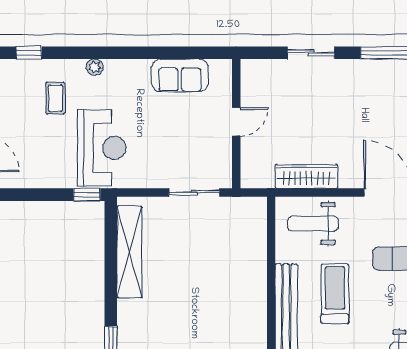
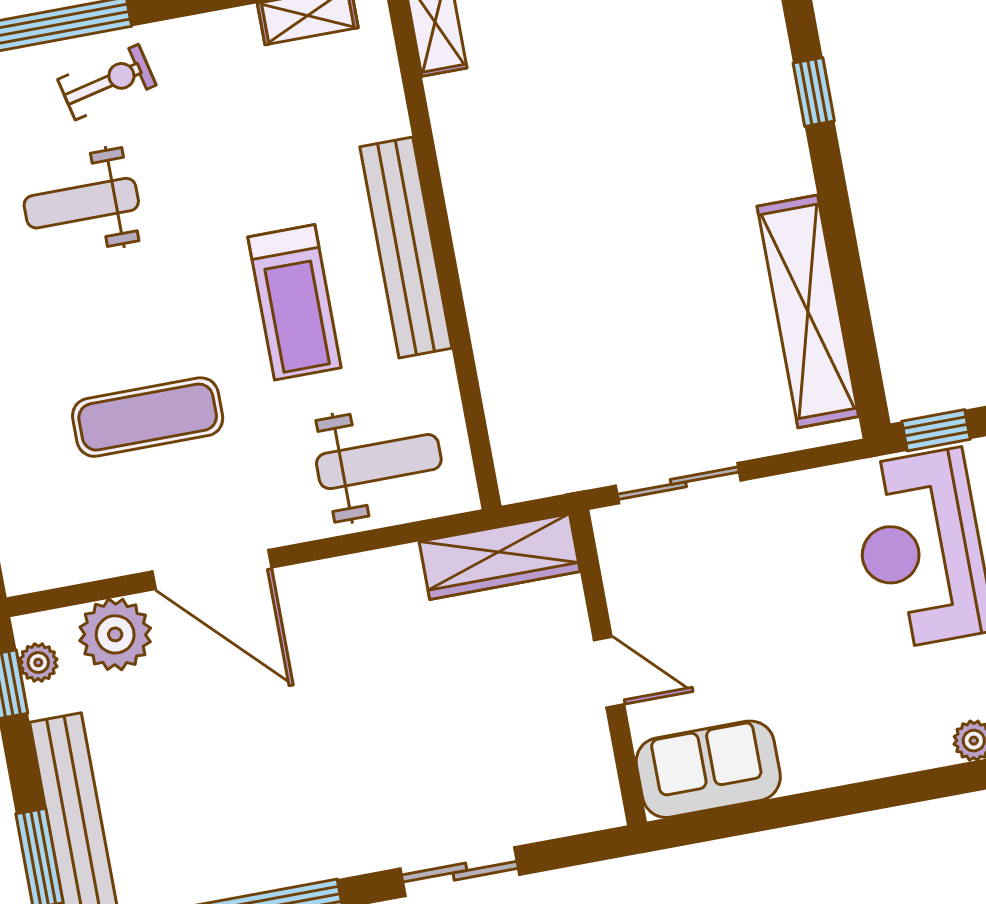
sofa: (180, 75) -> (708, 769), moved
door: (236, 122) -> (609, 672), swing flipped
wardrobe: (306, 176) -> (500, 557), moved

